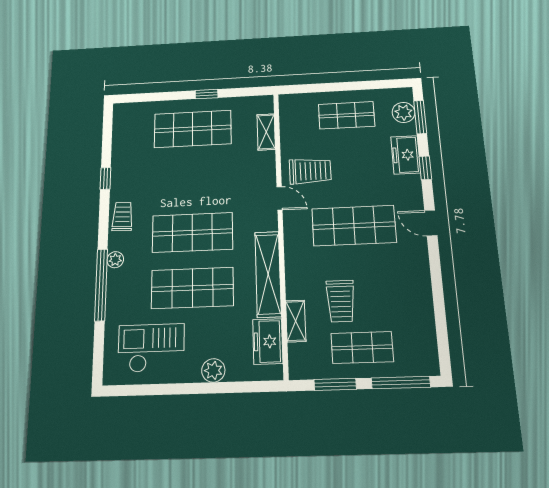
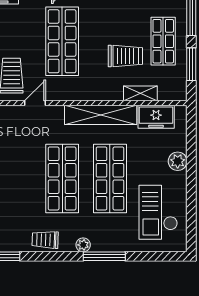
window: (101, 285) -> (104, 256), width x0.68

